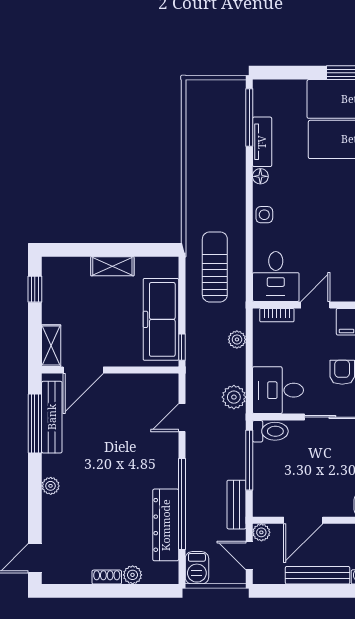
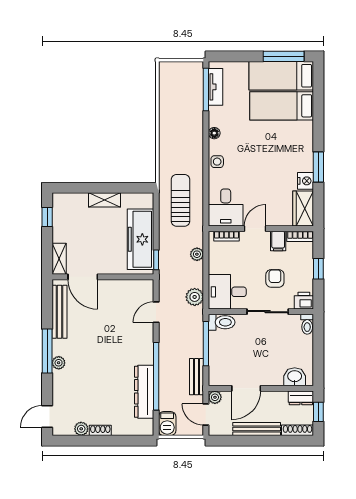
tv unit: (262, 142) -> (216, 87), moved
door: (83, 370) -> (83, 277), hinge flipped
window: (35, 424) -> (47, 351), moved
plant: (133, 575) -> (81, 429), moved

